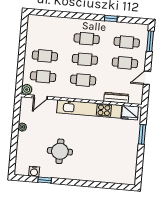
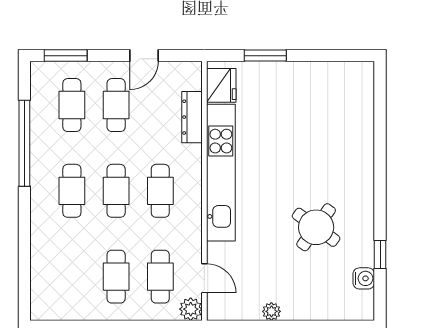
window: (111, 18) -> (24, 143), width x3.17
door: (147, 78) -> (144, 56), hinge flipped
round table: (60, 151) -> (316, 227), turned 36

